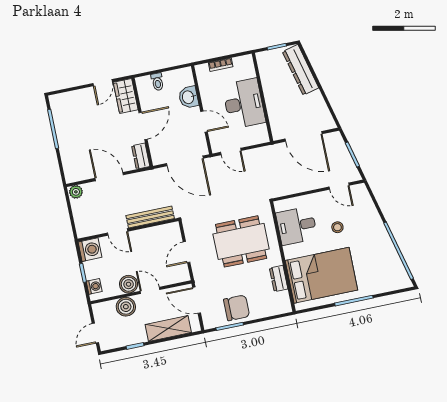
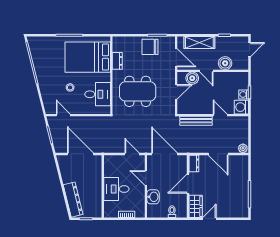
desk: (244, 104) -> (116, 189), width x0.73
boiler: (129, 284) -> (192, 78), moved
washing machine: (94, 286) -> (244, 94), moved

